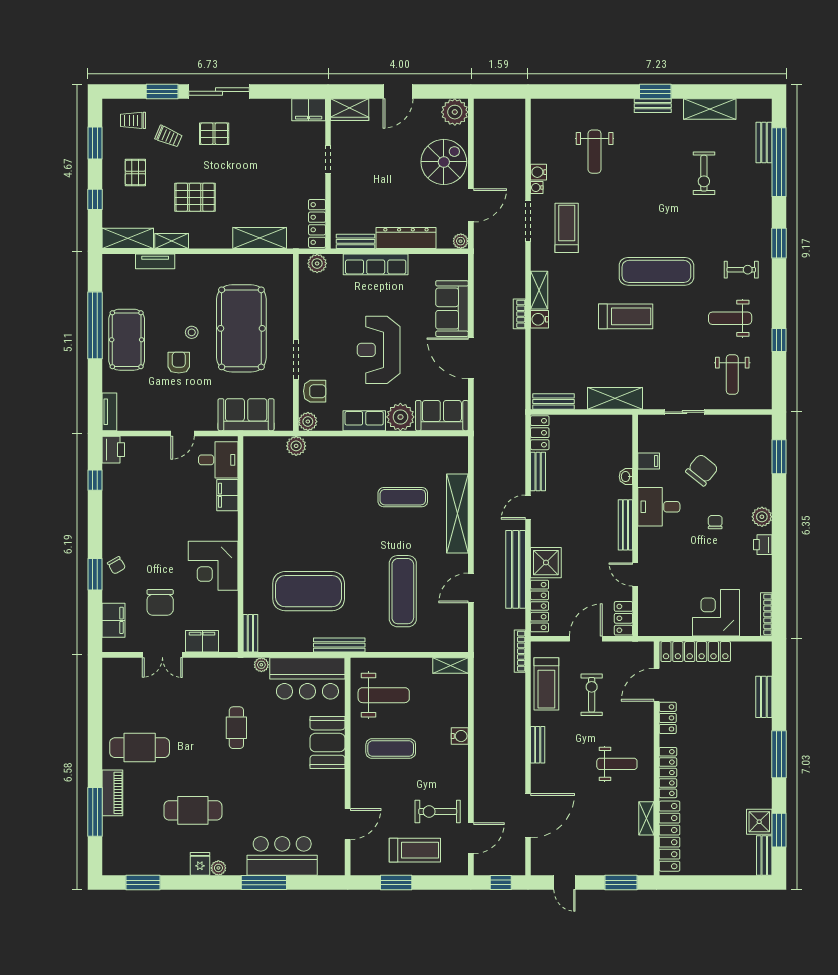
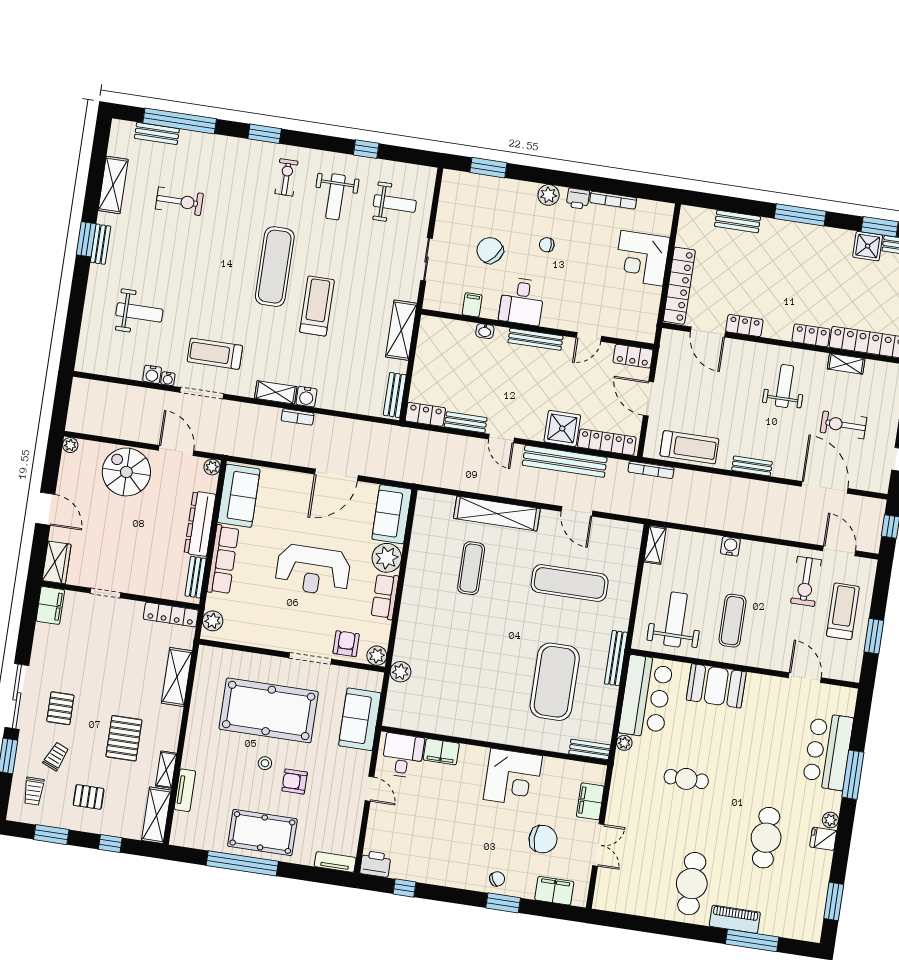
plant: (455, 112) -> (70, 445), width x0.53, depth x0.53
sofa: (452, 309) -> (239, 496), moved, turned -90
bookcase: (766, 614) -> (613, 200), moved
exercise bike: (592, 695) -> (844, 425), moved
locker: (668, 773) -> (811, 335), width x0.66

